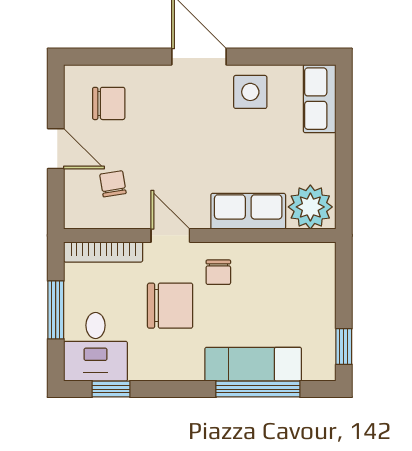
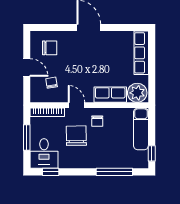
side table: (250, 92) -> (111, 43), removed
row of seats: (320, 99) -> (141, 53), width x1.48
chair: (170, 306) -> (76, 136), turned -91
exam couch: (253, 364) -> (141, 129), moved, turned -90

